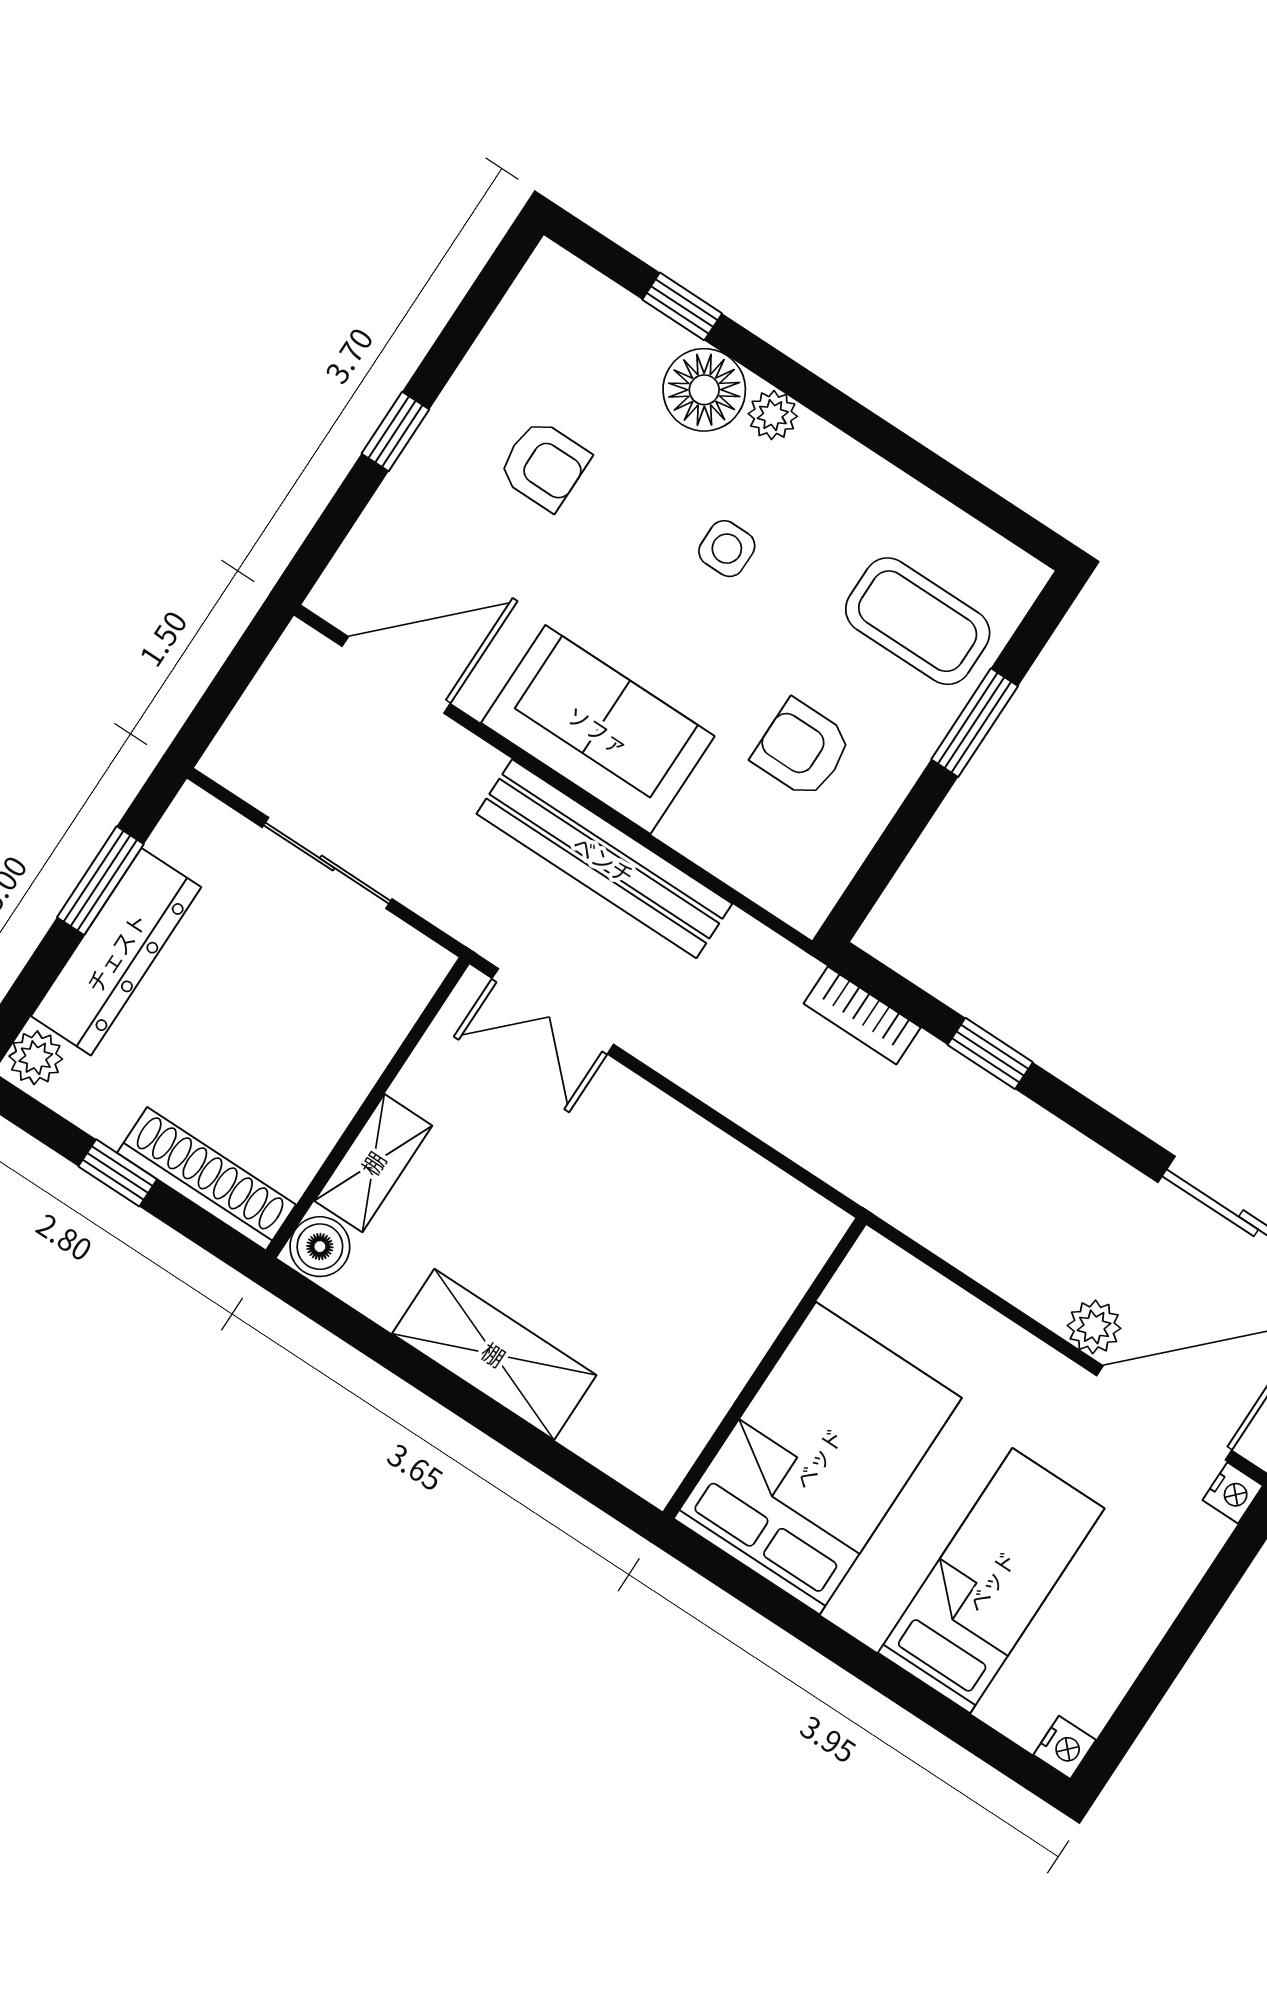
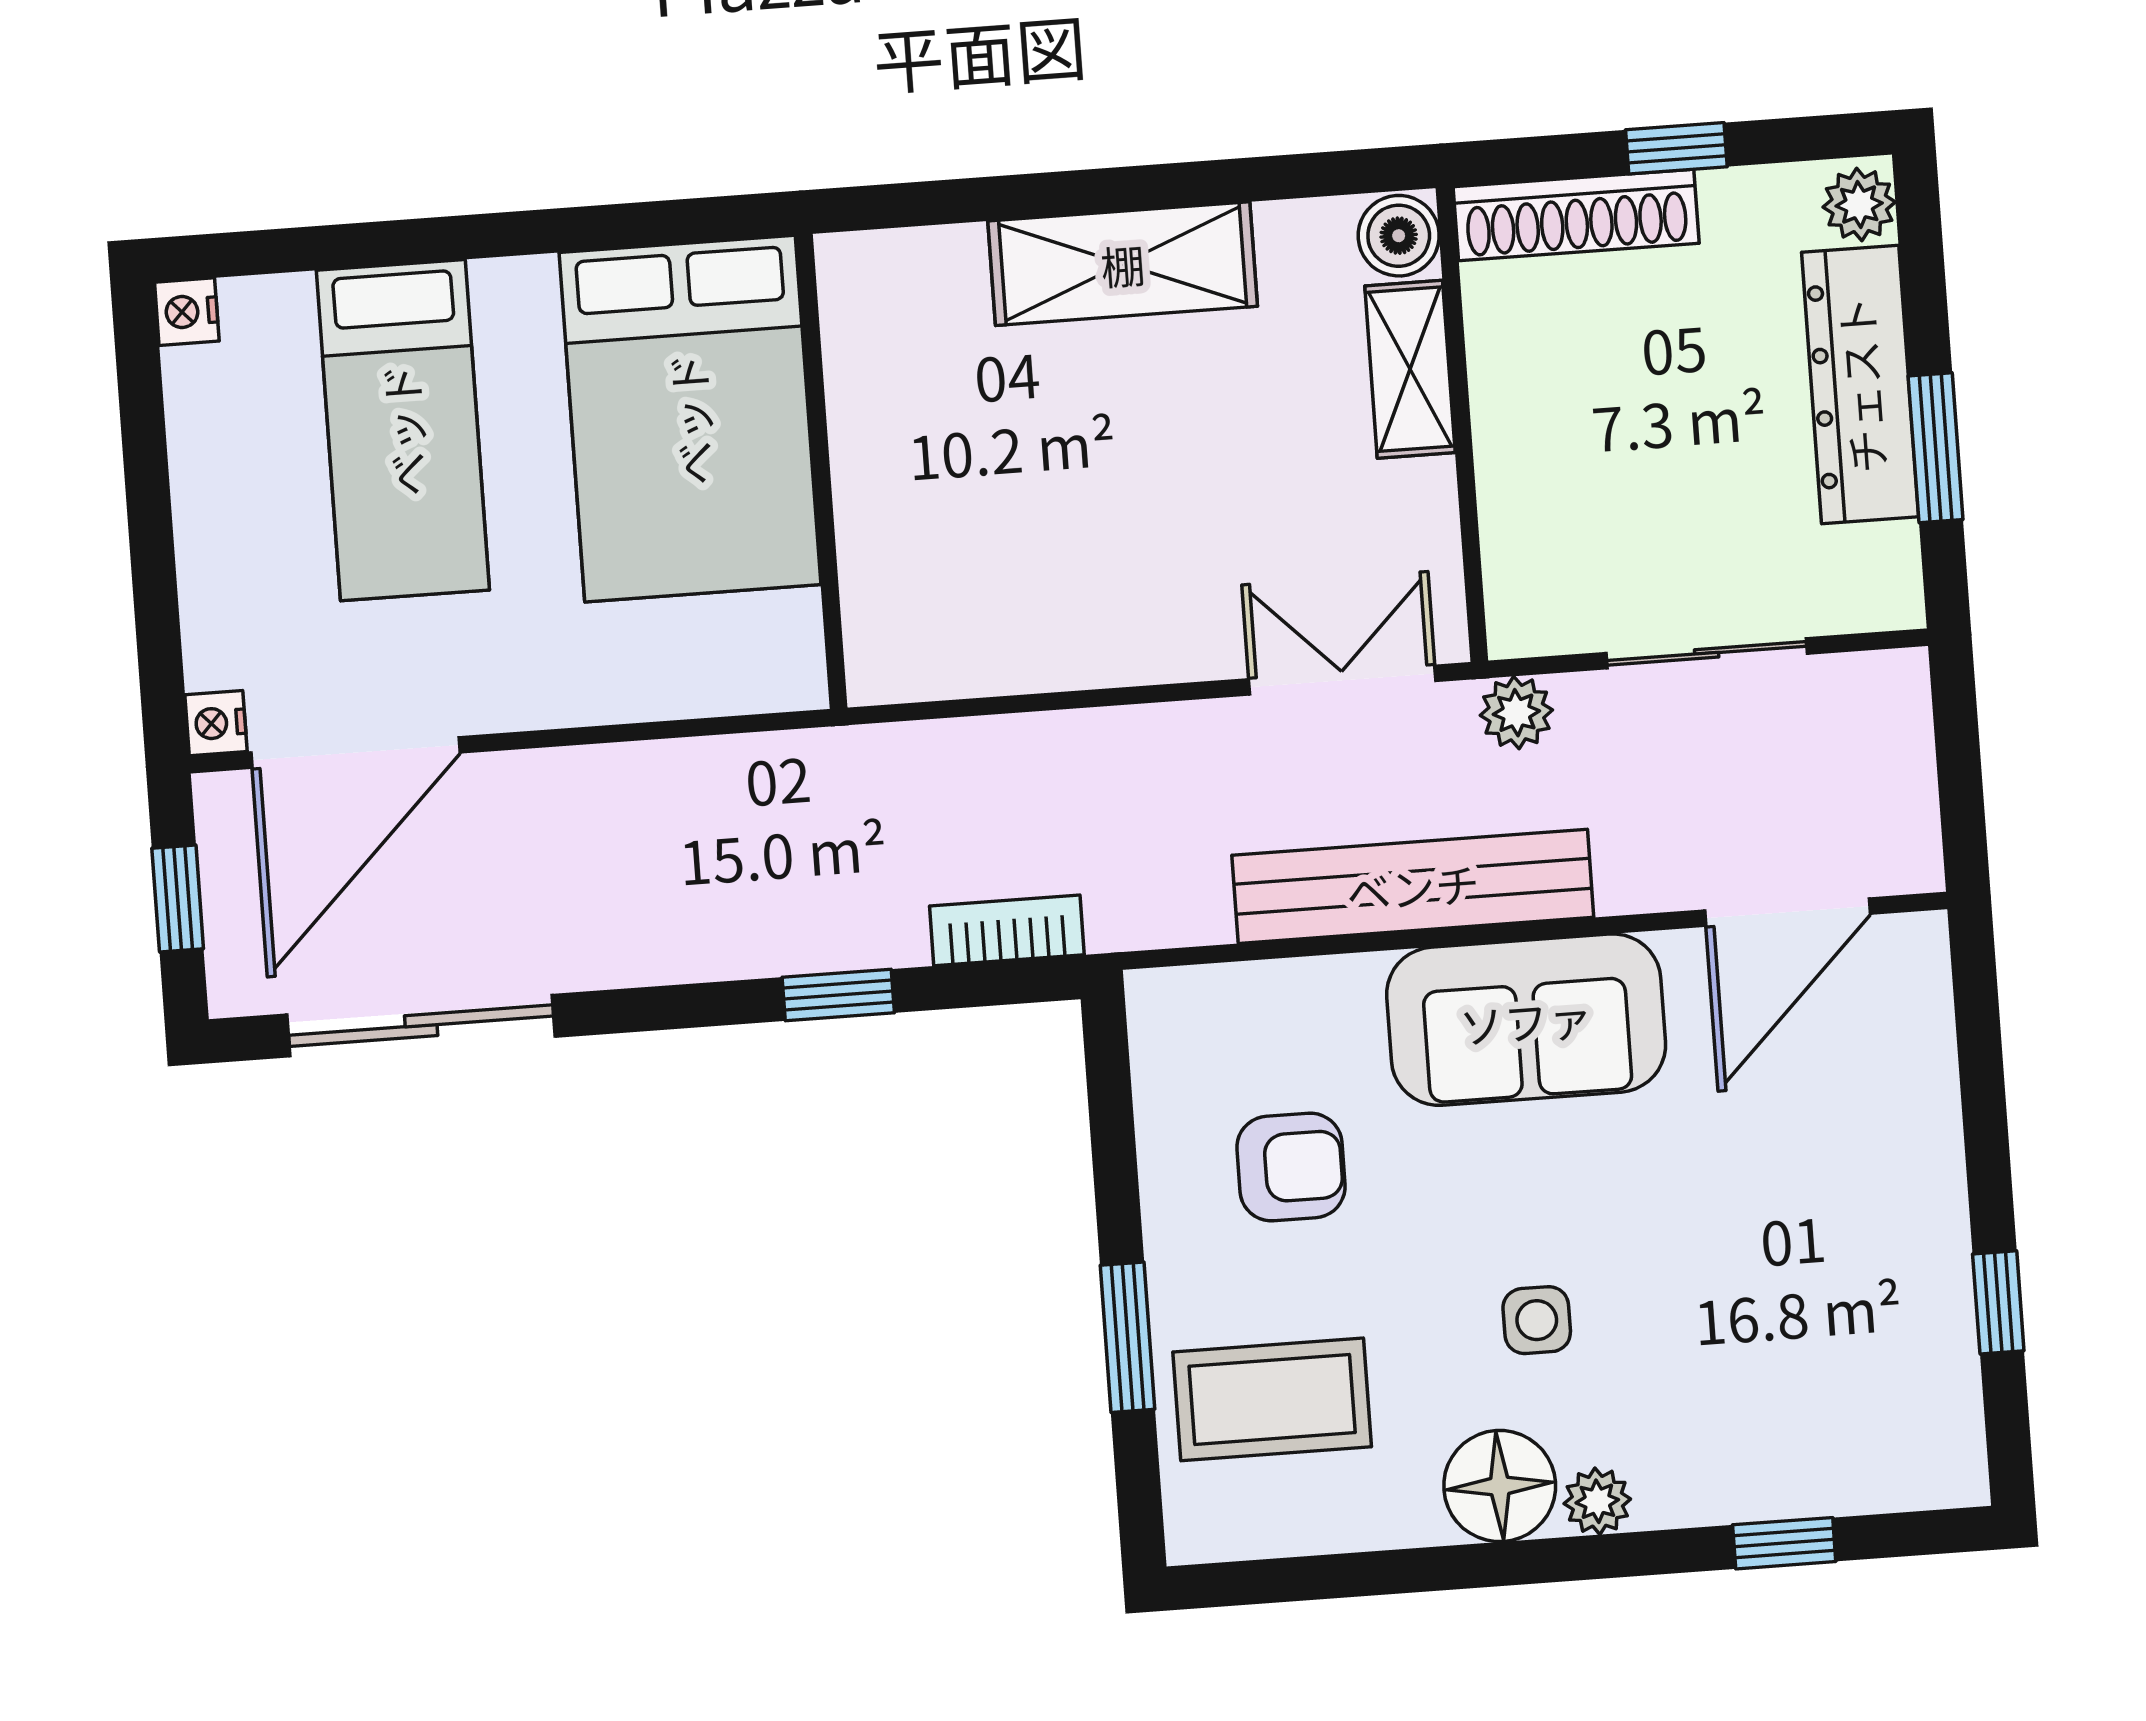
floor lamp: (704, 390) -> (1500, 1486), moved
window: (395, 432) -> (1998, 1302), moved
armchair: (544, 465) -> (1802, 1259), removed
plant: (1094, 1327) -> (1516, 713), moved

